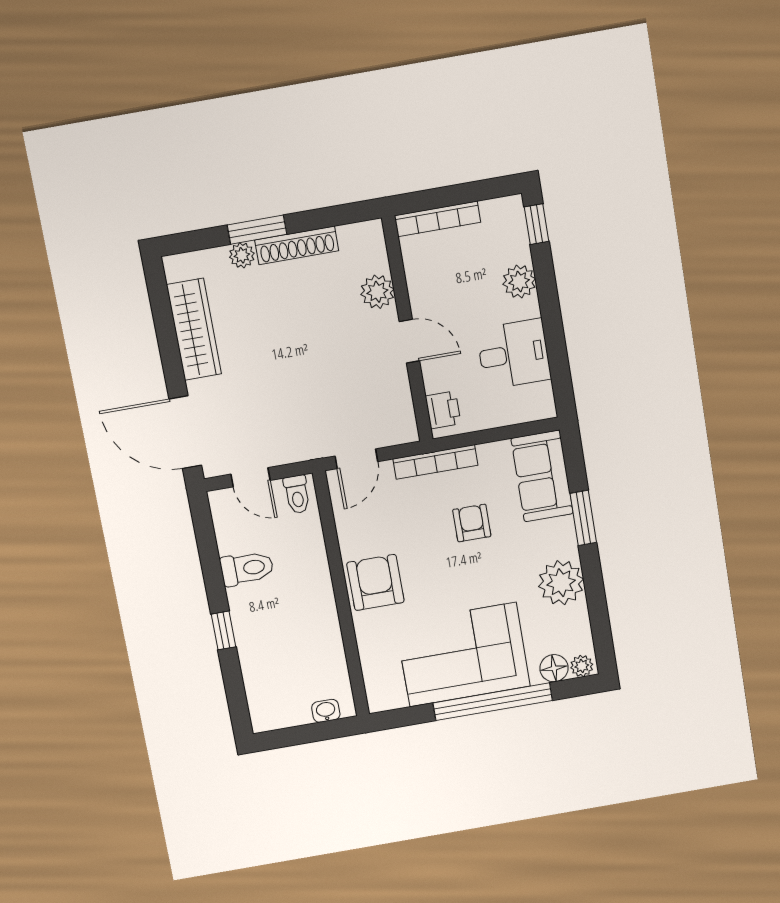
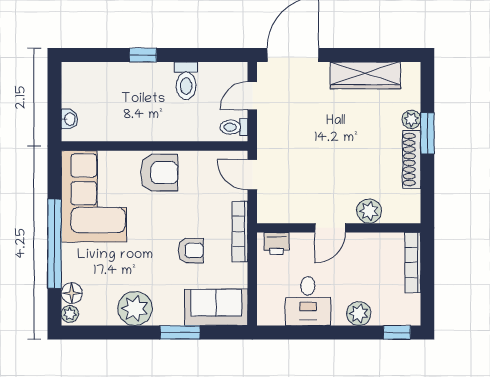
corner sofa: (463, 655) -> (94, 196), moved

